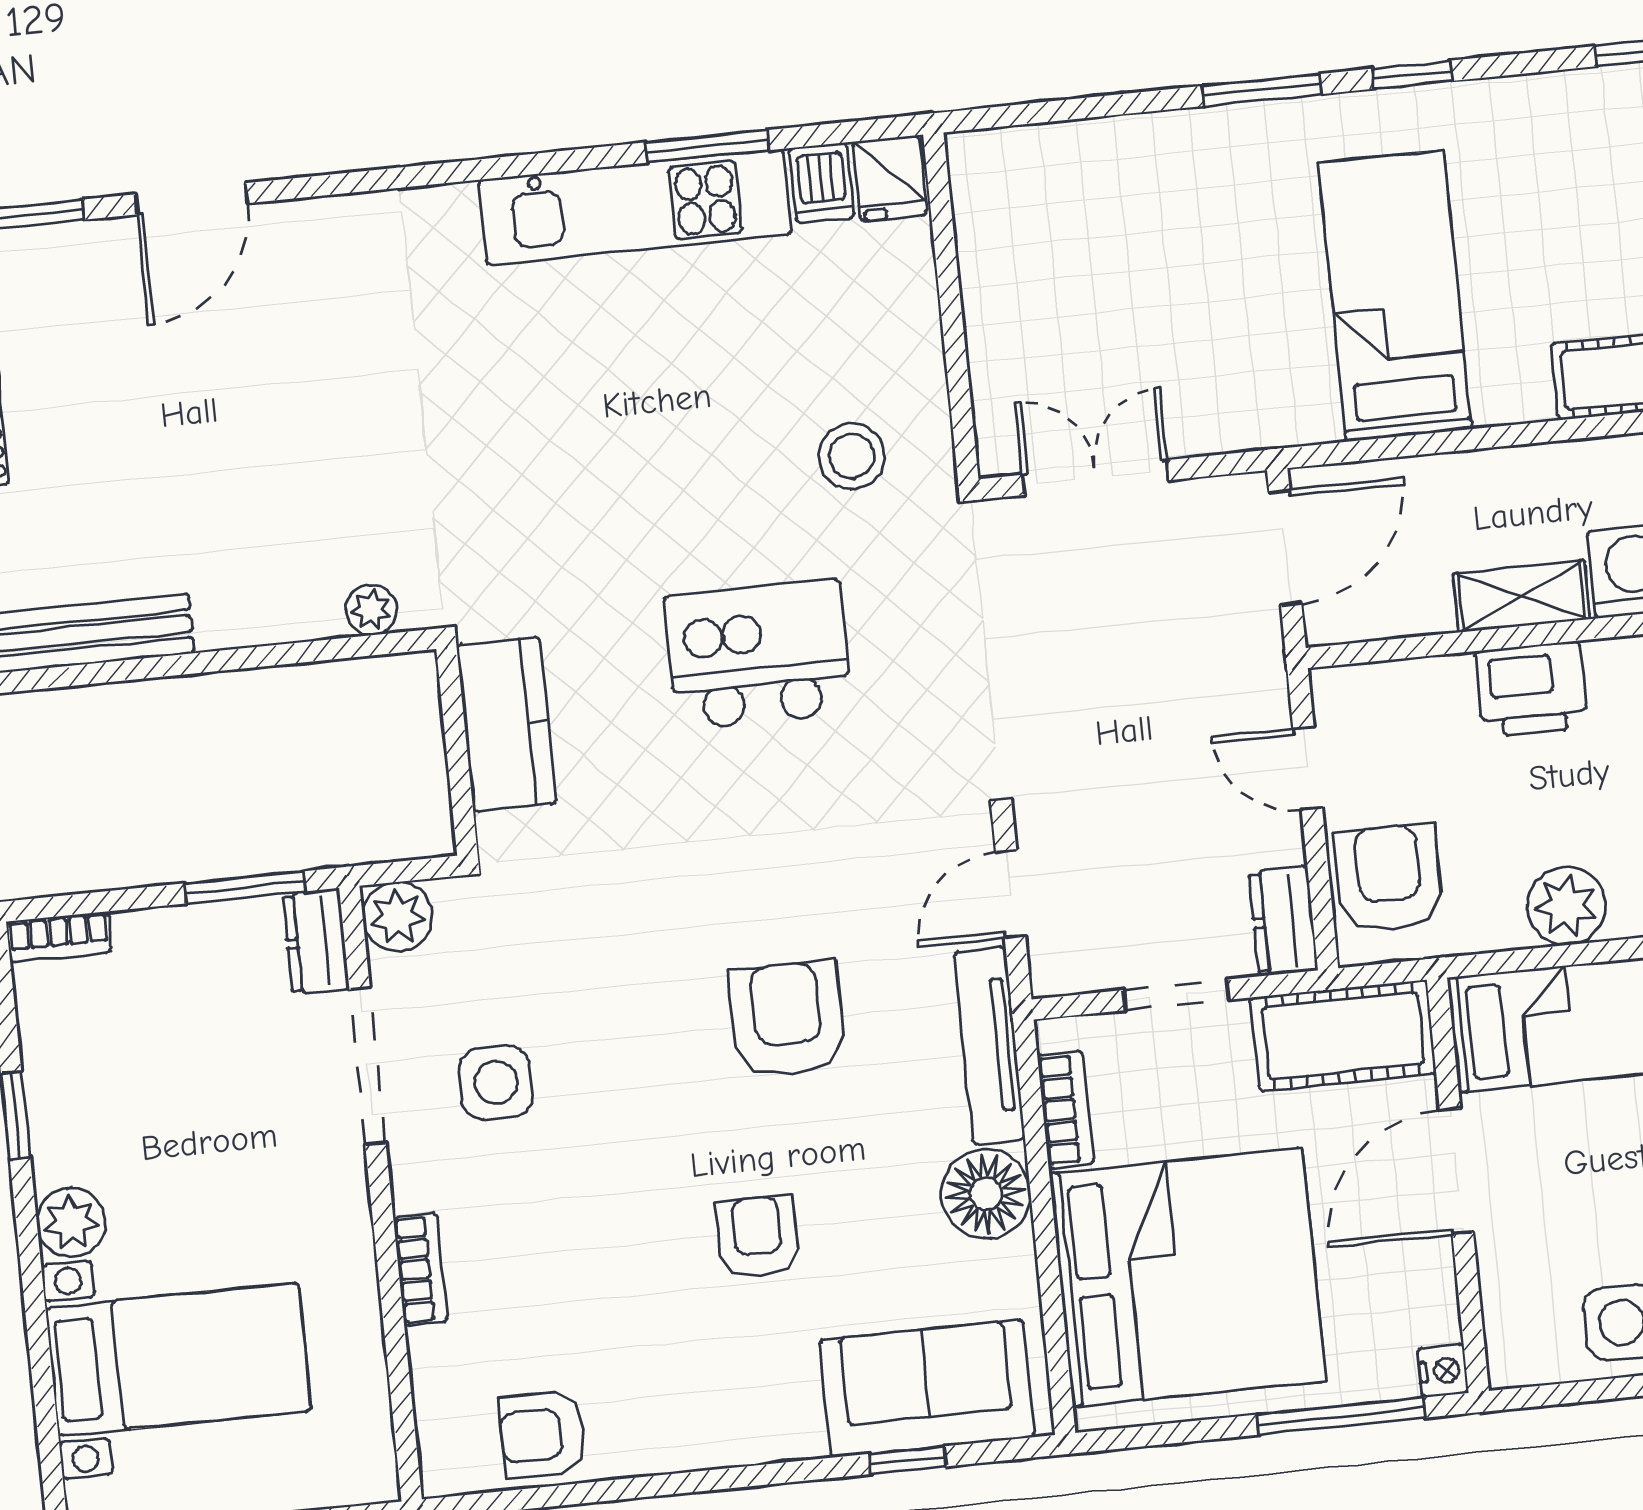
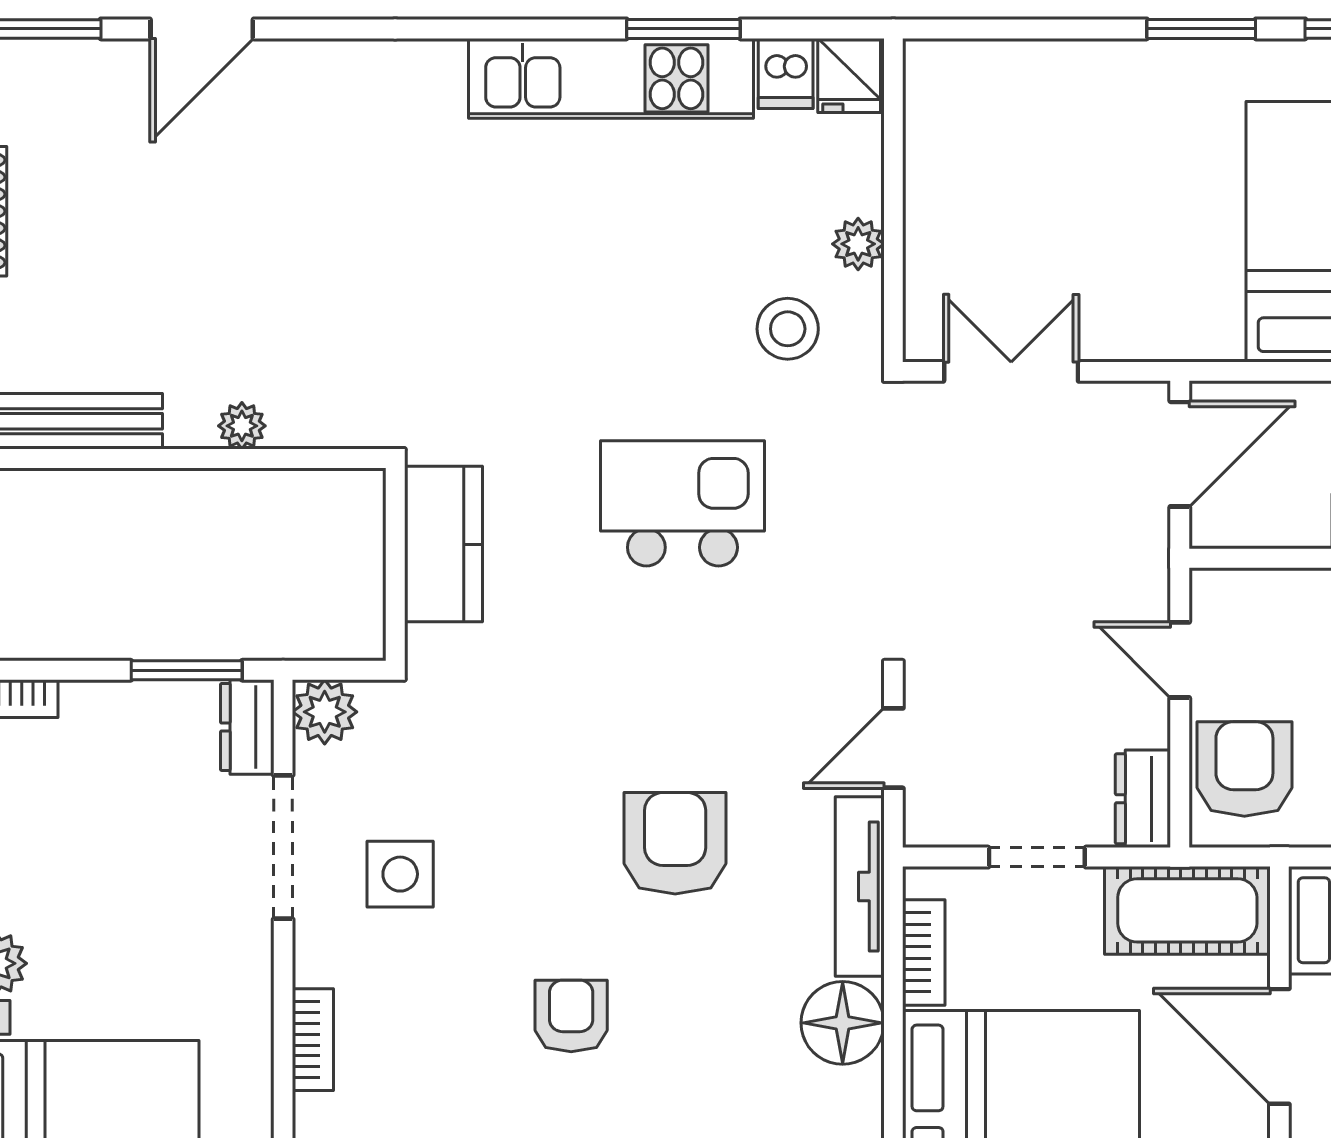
plant: (918, 358) -> (858, 244), added
plant: (371, 610) -> (242, 426), moved
door: (1456, 1171) -> (1279, 1046), hinge flipped
armchair: (757, 1237) -> (571, 1016), moved

